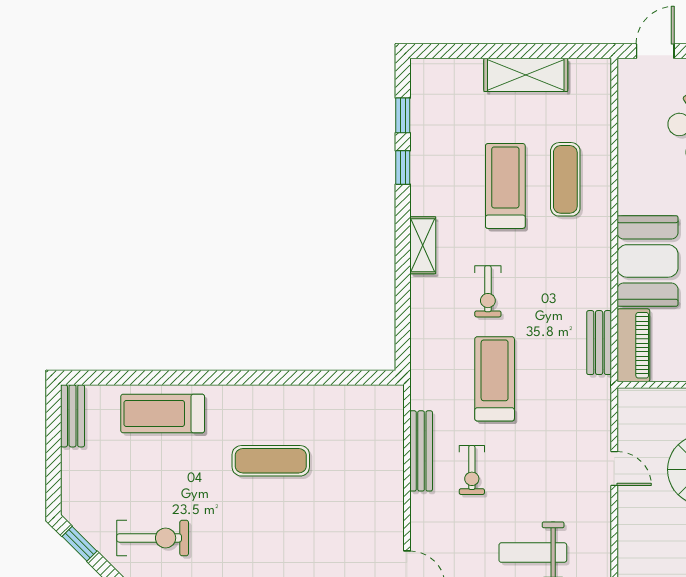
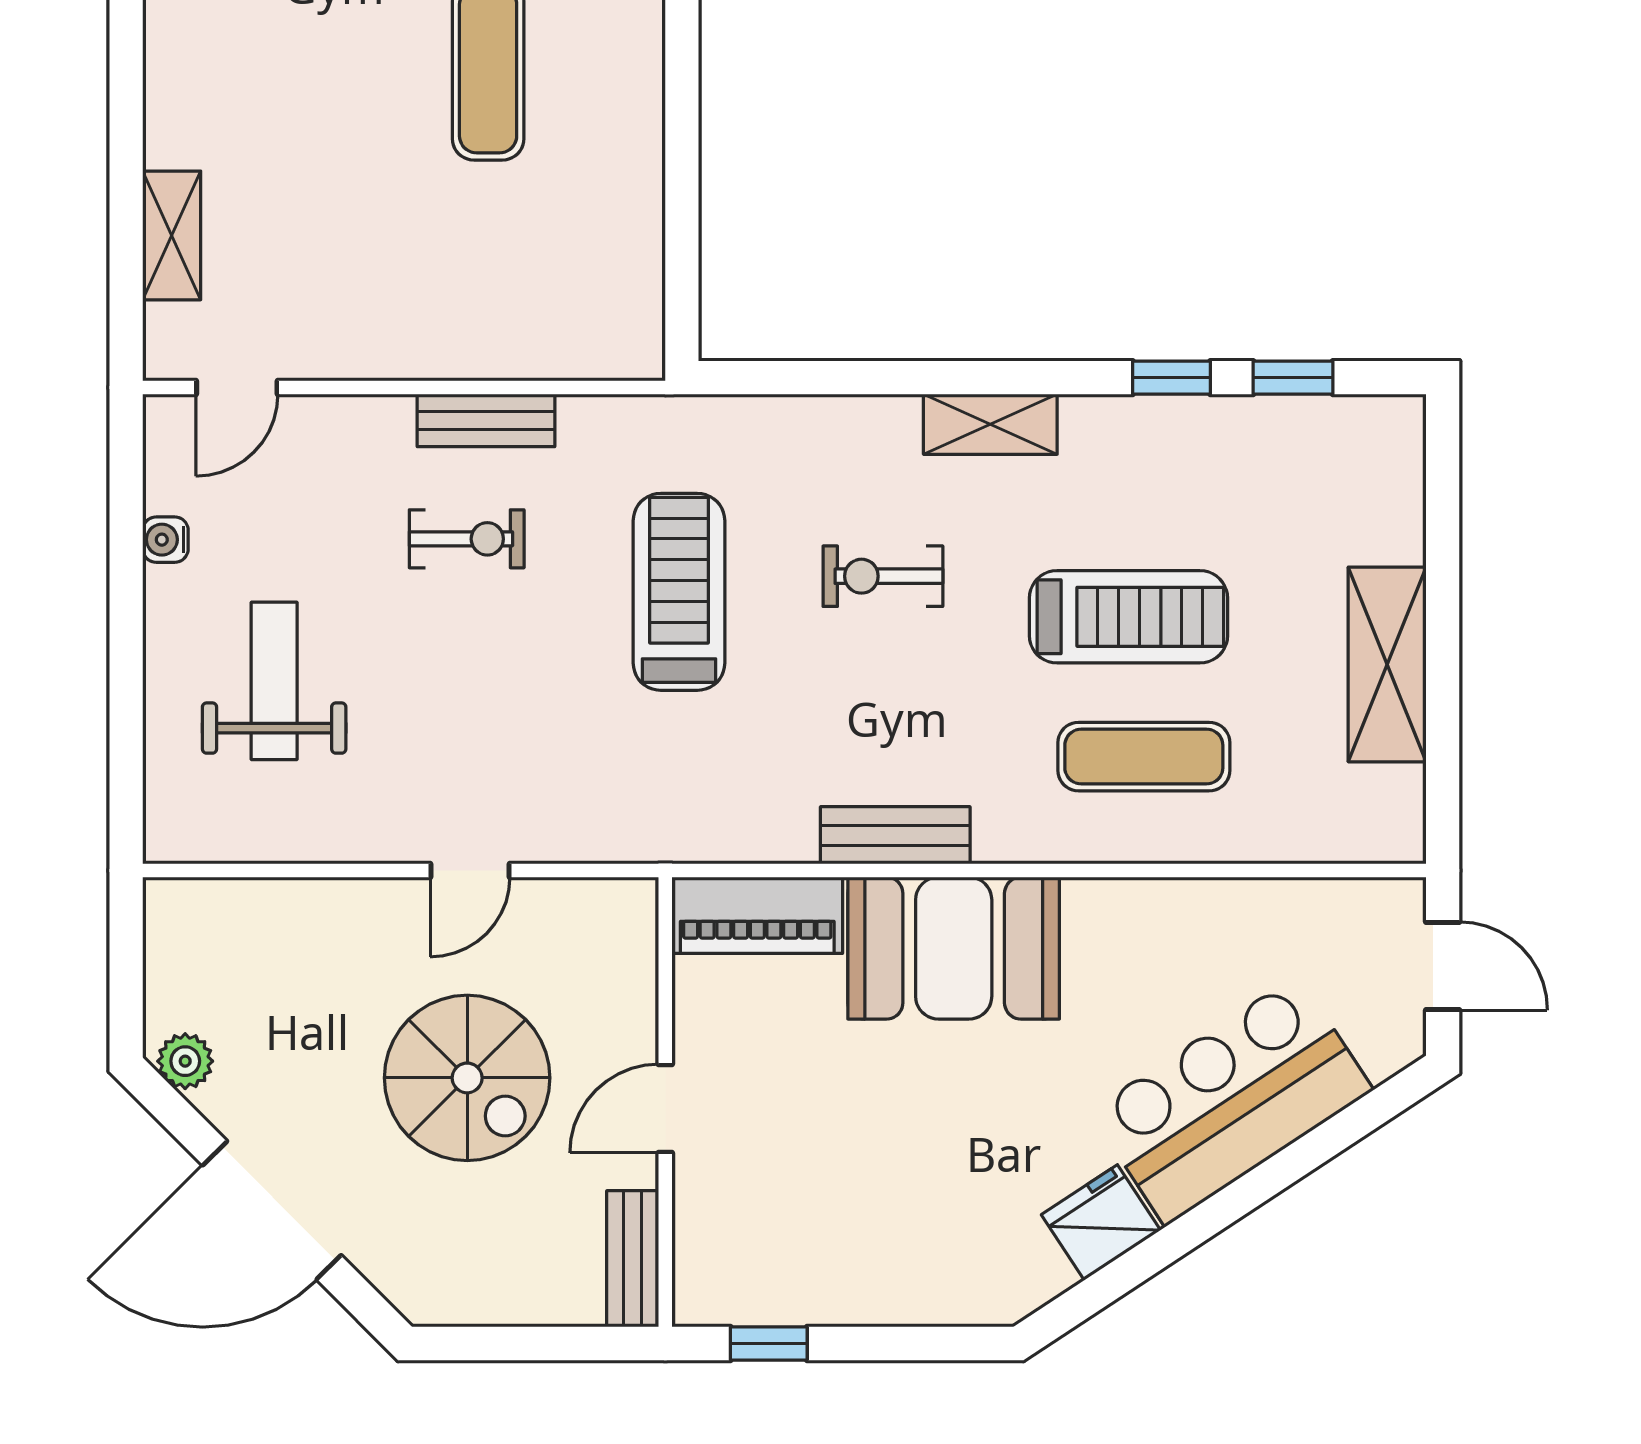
bench: (599, 343) -> (895, 835), moved
treadmill: (495, 379) -> (679, 592), turned -90
bench: (421, 451) -> (486, 420), width x0.73
exercise bike: (472, 470) -> (467, 539), turned 180

